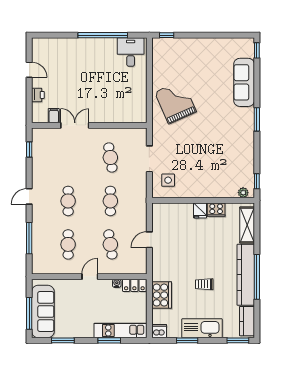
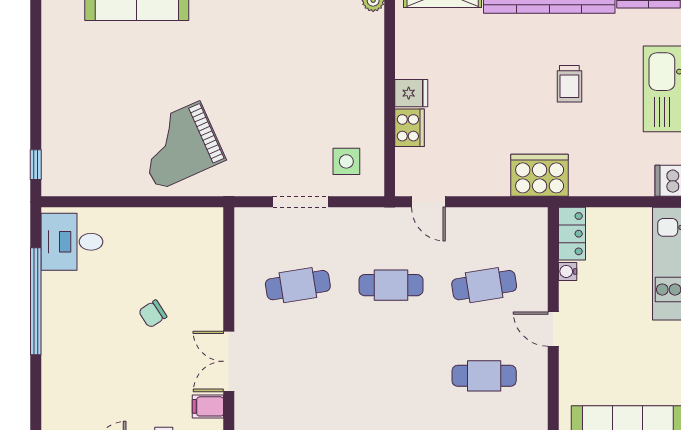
chair: (97, 90) -> (153, 314), added
cafe table: (68, 201) -> (391, 376), removed
cooker: (216, 210) -> (410, 128), moved
door: (149, 240) -> (428, 202), moved
cooker: (162, 295) -> (540, 175), moved

